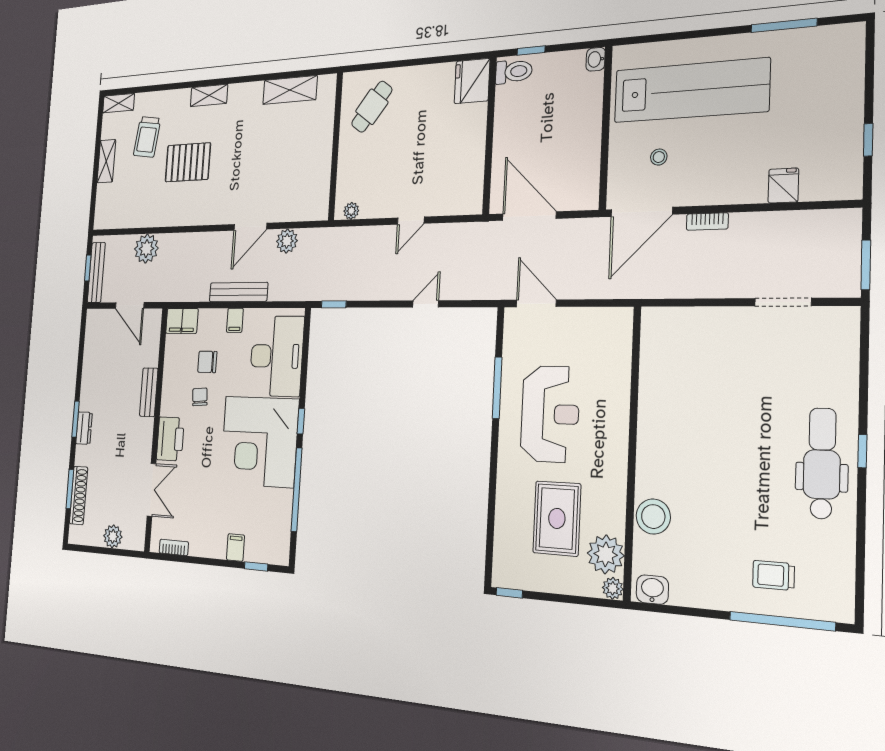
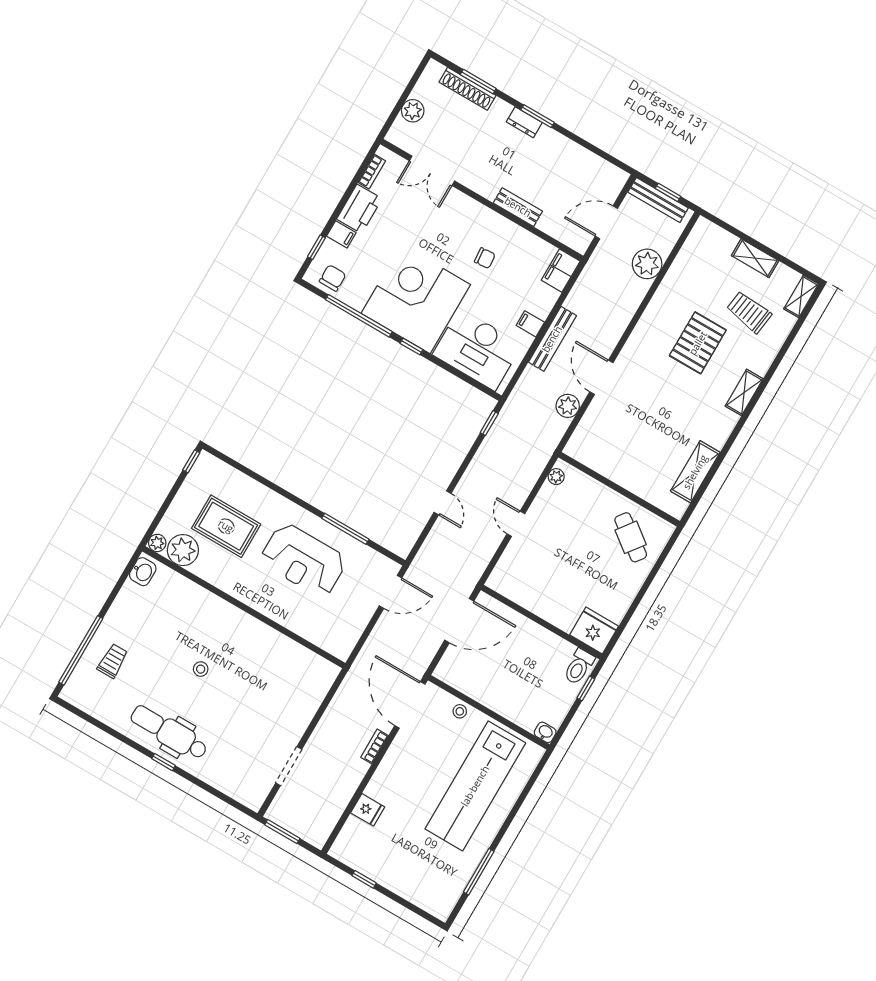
stool: (659, 157) -> (460, 711), moved
chair: (207, 362) -> (333, 278), moved
printer: (170, 439) -> (359, 209), moved, turned -90
dental chair: (822, 463) -> (169, 732), turned 180
stool: (653, 517) -> (201, 669), moved, width x0.53, depth x0.53

